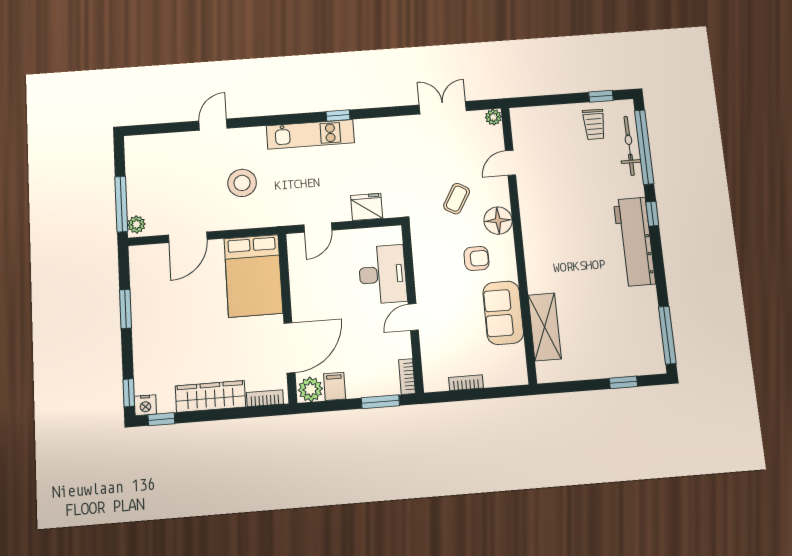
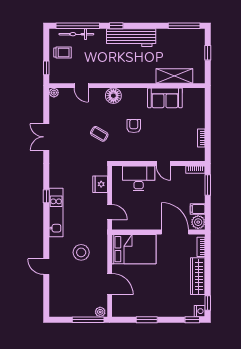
window: (601, 96) -> (46, 68), moved
plant: (493, 117) -> (54, 93), moved
door: (510, 163) -> (81, 86), moved
floor lamp: (498, 221) -> (113, 96), moved
wall: (519, 243) -> (127, 86), moved
sofa: (503, 313) -> (165, 98), moved
shelving: (545, 327) -> (174, 76), moved

